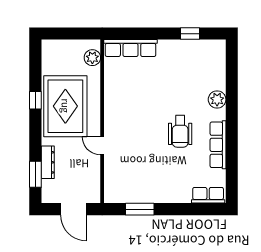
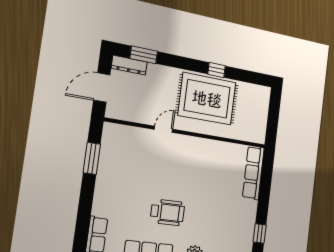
plant: (92, 58) -> (249, 134), removed
wheelchair: (180, 131) -> (167, 212), turned 180
dresser: (48, 162) -> (129, 65), moved

